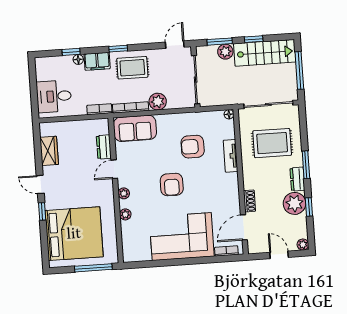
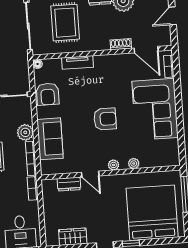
sofa: (135, 128) -> (50, 139), moved
armchair: (193, 147) -> (48, 94), moved

